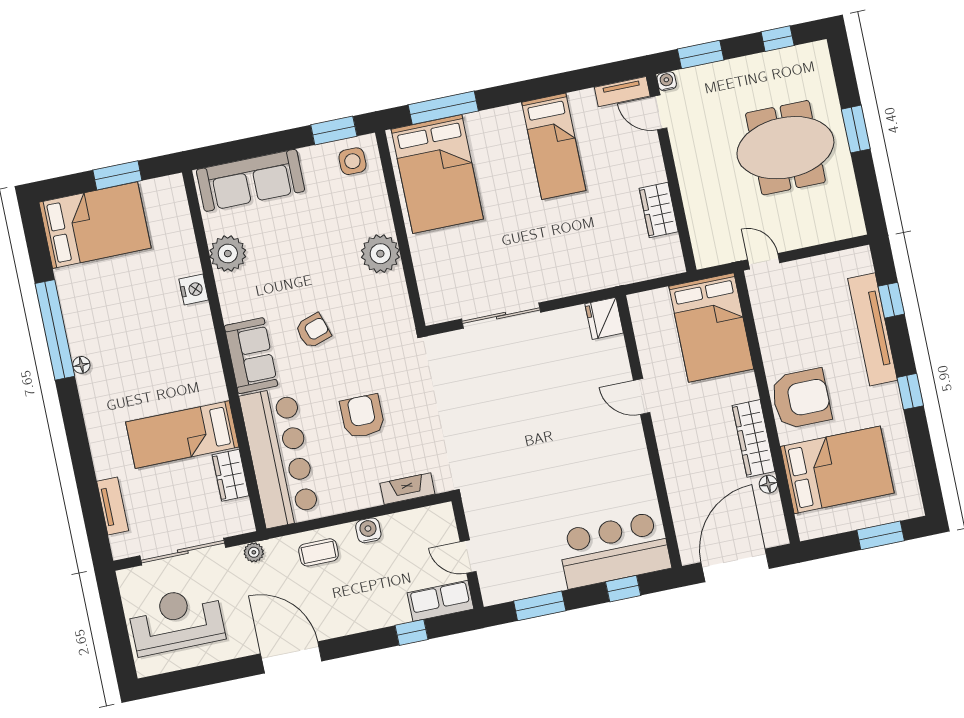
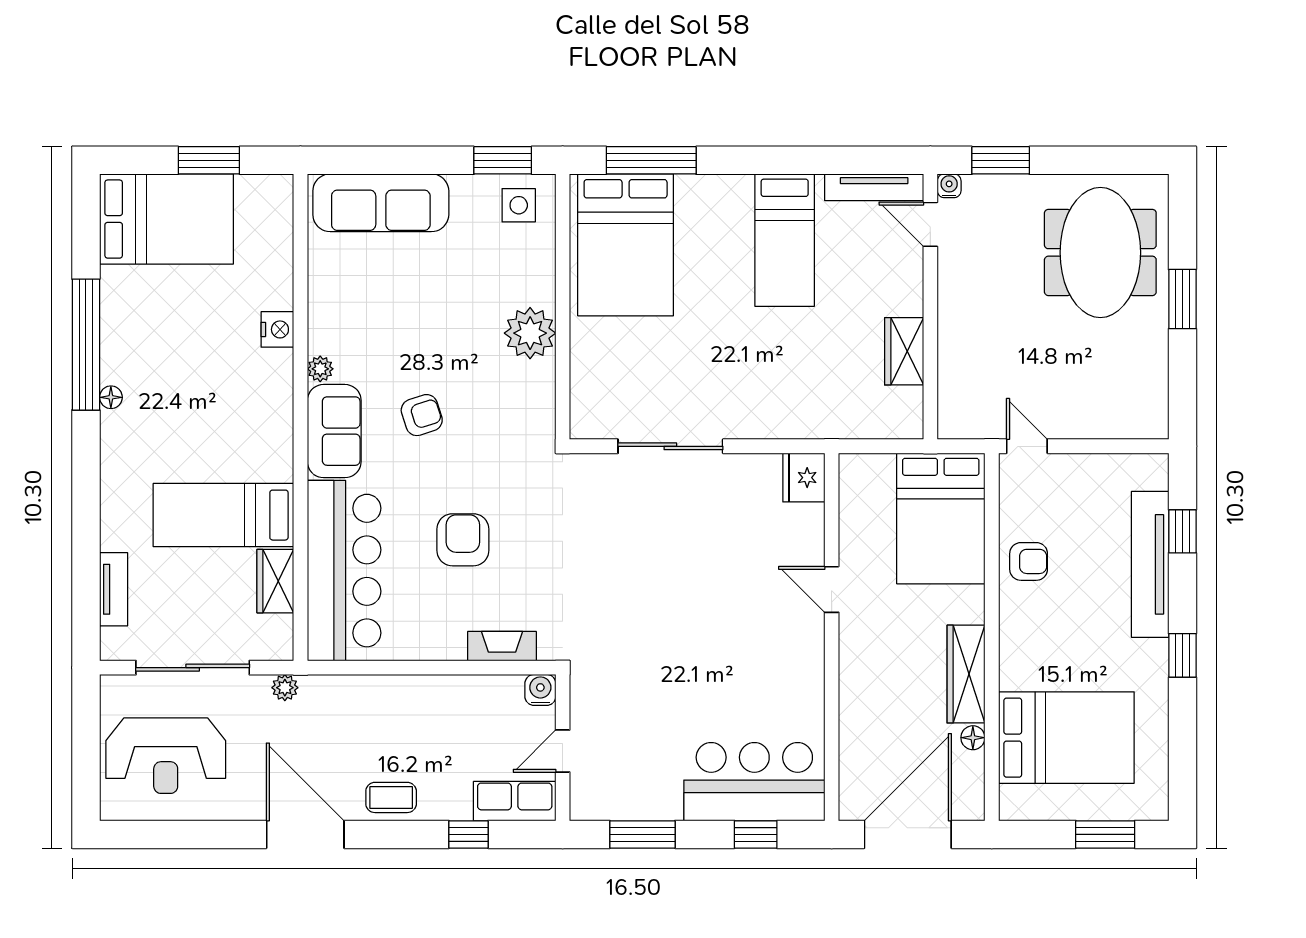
window: (778, 39) -> (1105, 160), removed
tv unit: (622, 92) -> (874, 187), width x1.41
meeting table: (785, 148) -> (1100, 252), moved, turned 90
plant: (228, 254) -> (320, 369), moved, width x0.53, depth x0.53
armchair: (801, 399) -> (1029, 561), moved, width x0.53, depth x0.53
water cooler: (368, 530) -> (540, 690), moved
coffee table: (319, 552) -> (391, 797), moved
door: (468, 557) -> (563, 751), hinge flipped
reception desk: (176, 621) -> (166, 756), turned 180

